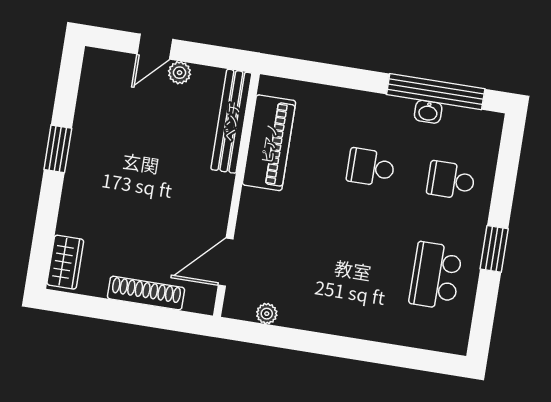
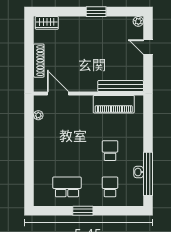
plant: (180, 73) -> (138, 21), moved

